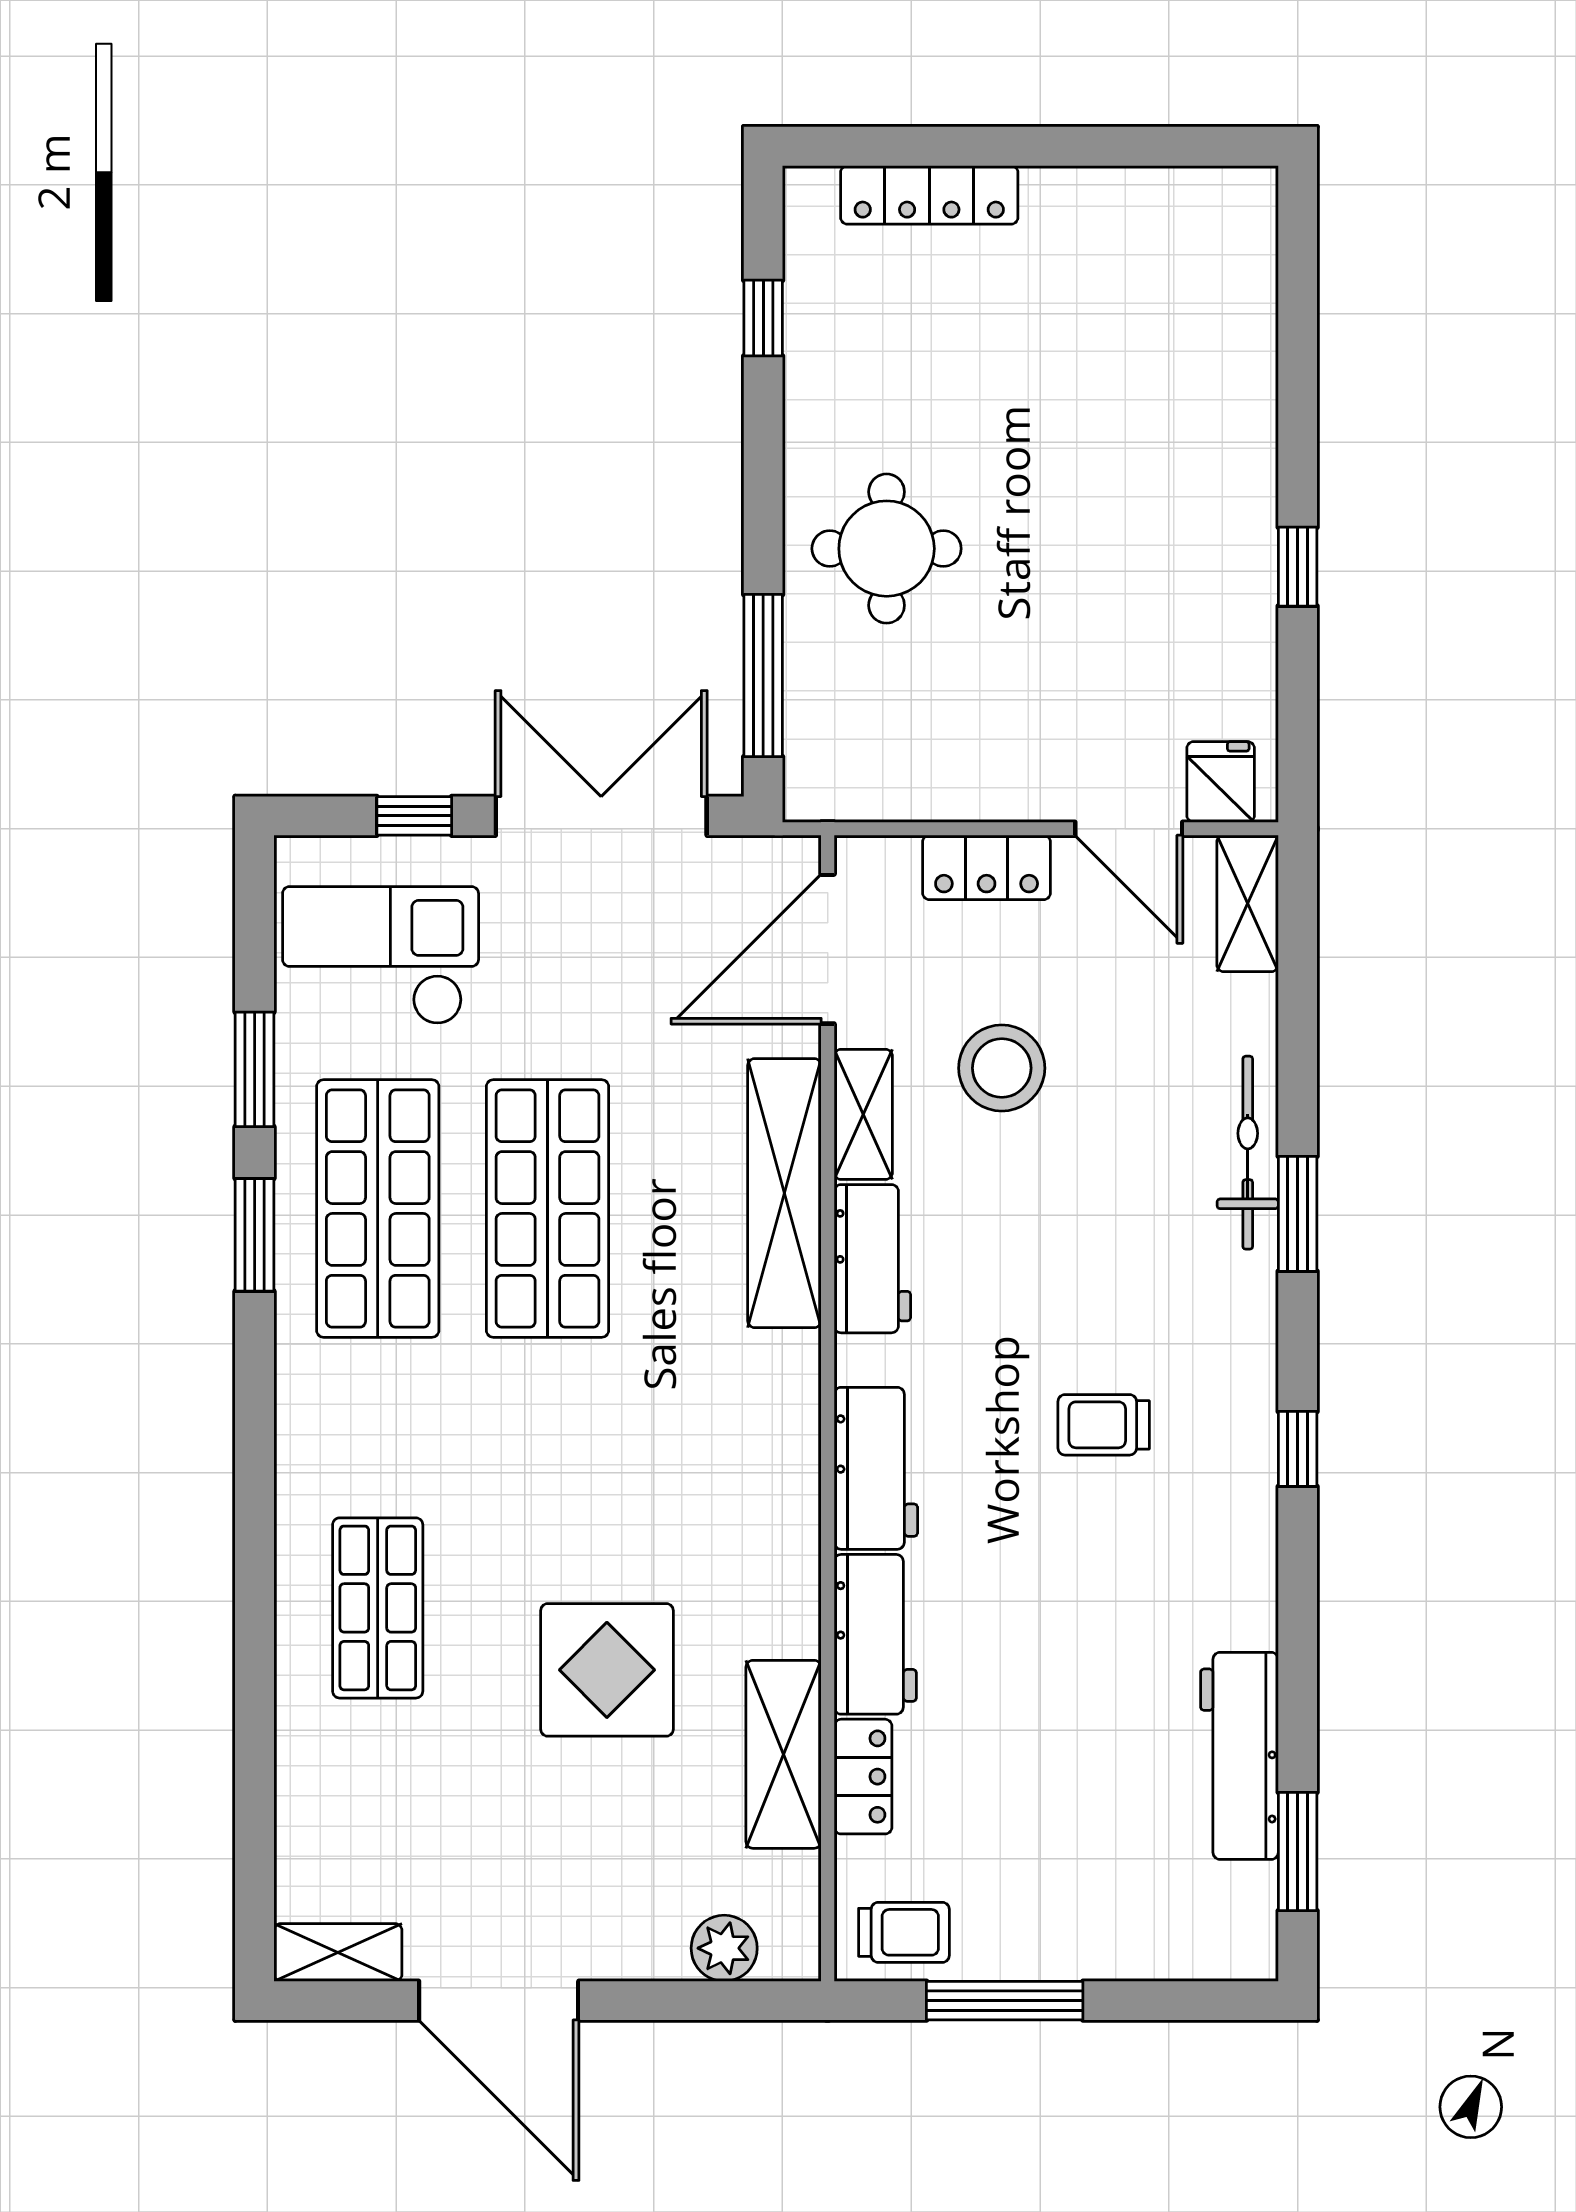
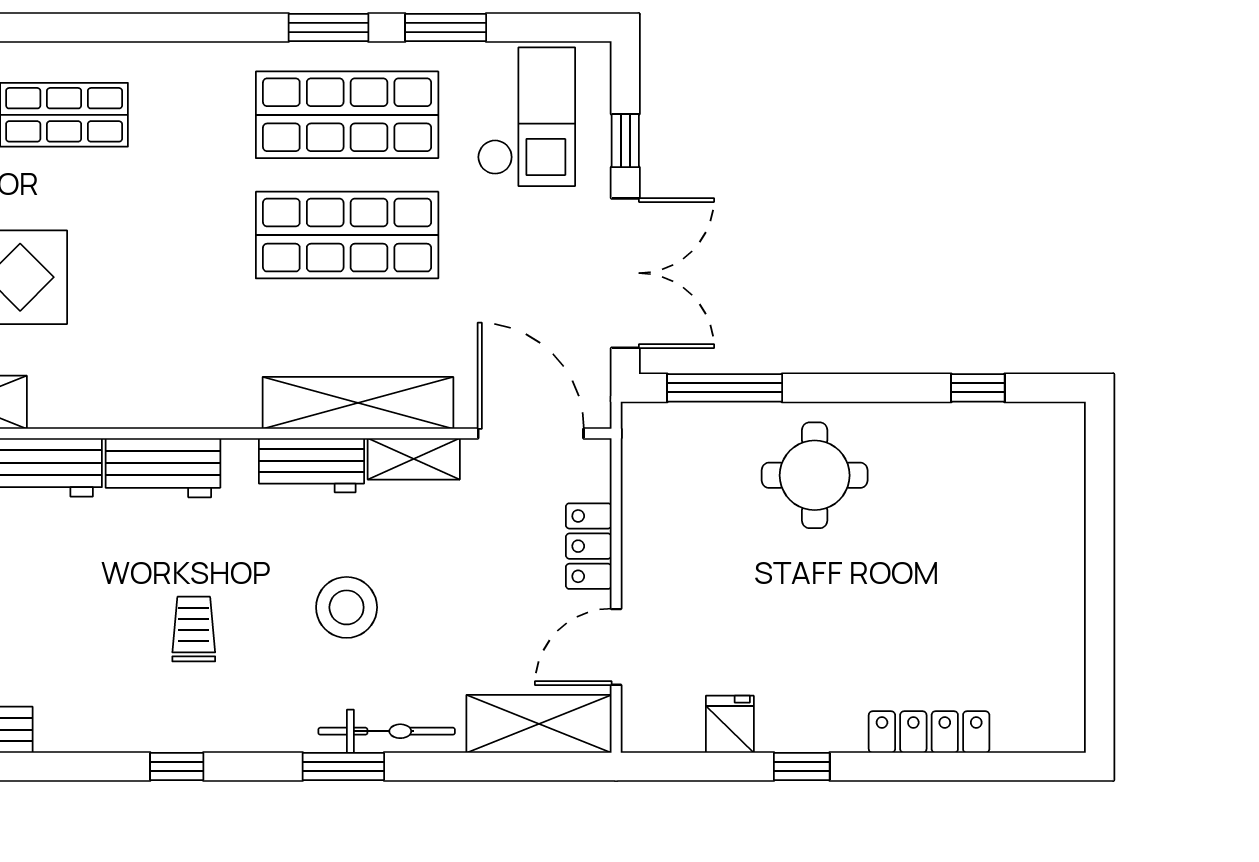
locker: (929, 195) -> (929, 732), moved, turned 90
fridge: (1221, 782) -> (730, 724), moved, turned -90
shelving: (1248, 903) -> (539, 724), width x1.50, depth x1.33
stool: (1002, 1068) -> (347, 607), moved

